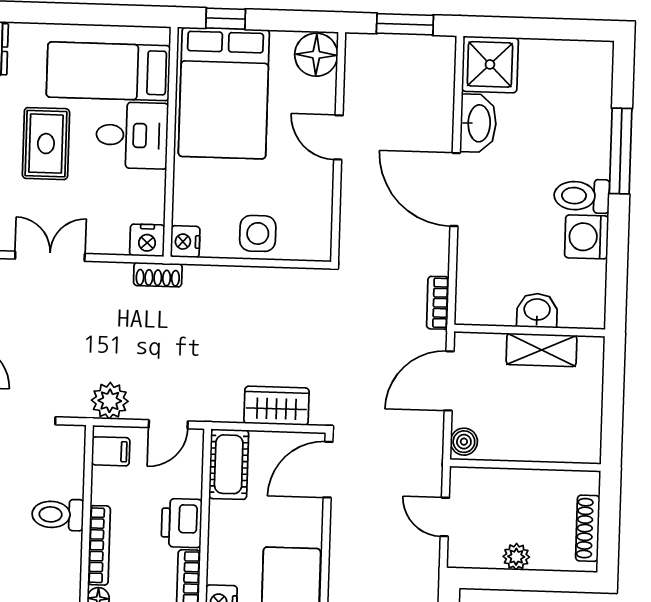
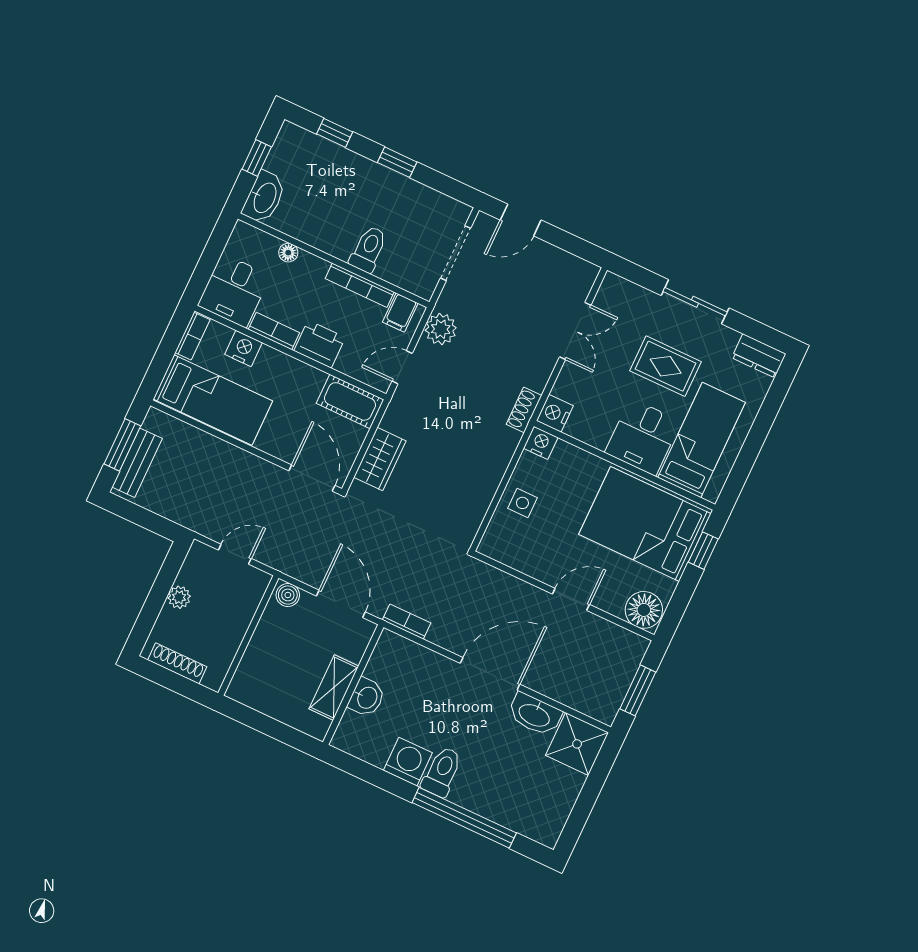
window: (621, 151) -> (464, 818), width x1.46
side table: (258, 233) -> (522, 503), width x0.73, depth x0.73
door: (168, 424) -> (402, 367), hinge flipped
bookcase: (99, 545) -> (360, 285), moved

